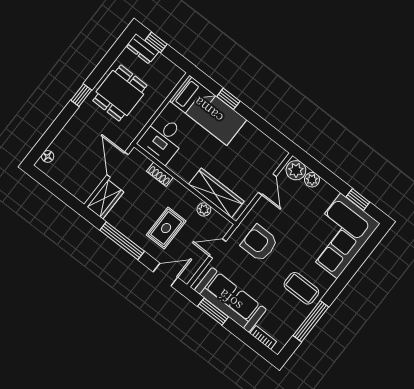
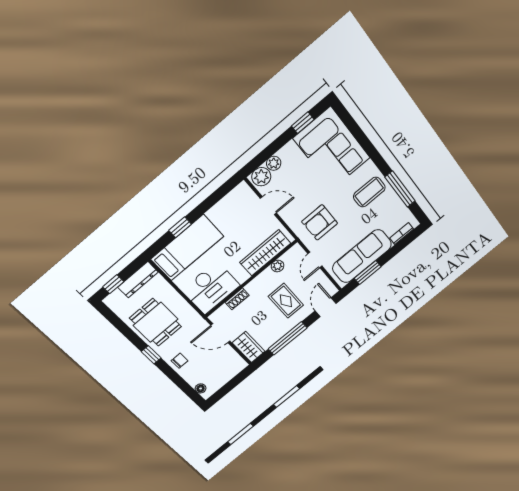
dresser: (142, 49) -> (138, 280), moved, width x1.44
chair: (78, 127) -> (180, 361), added
desk: (163, 139) -> (211, 288), width x1.37

